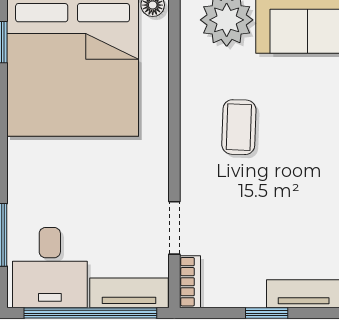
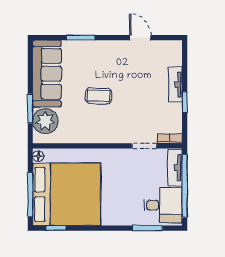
coffee table: (239, 127) -> (98, 96), moved

